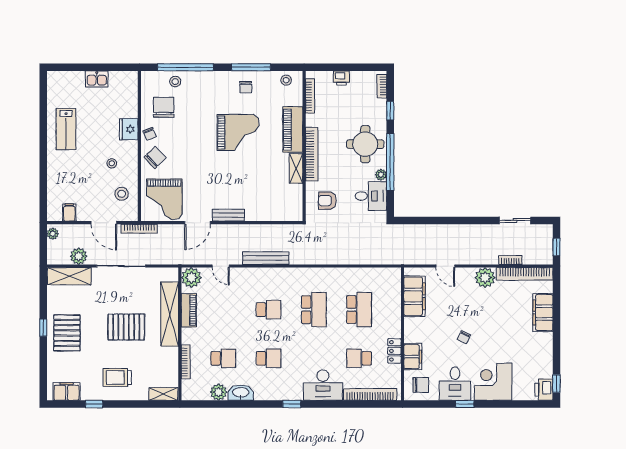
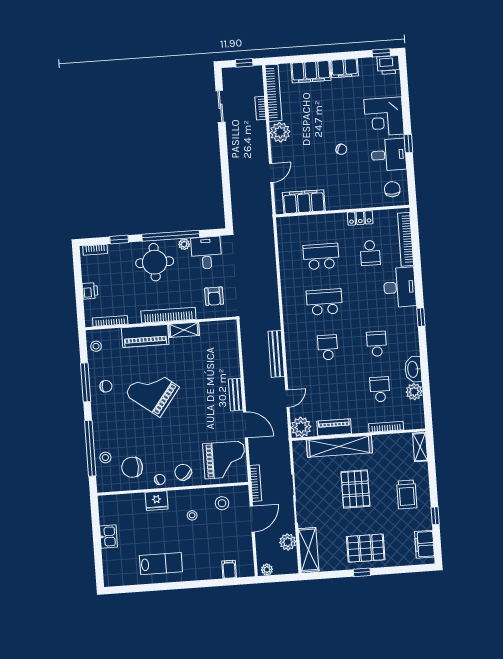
grand piano: (238, 132) -> (152, 391), turned -53
filing cabinet: (69, 212) -> (229, 569), moved, turned 90
filing cabinet: (413, 357) -> (345, 68), moved, turned 180

